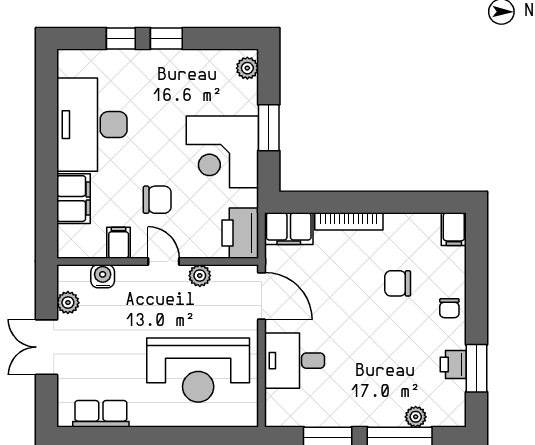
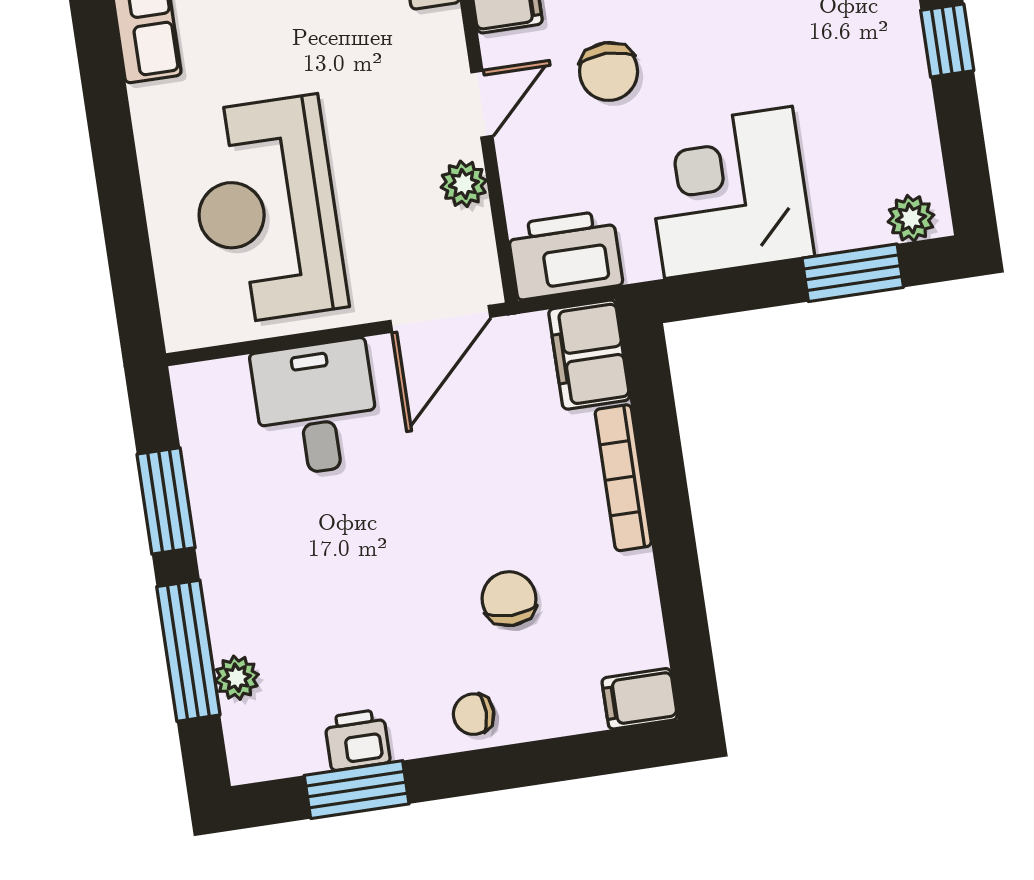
window: (269, 128) -> (853, 273), moved

